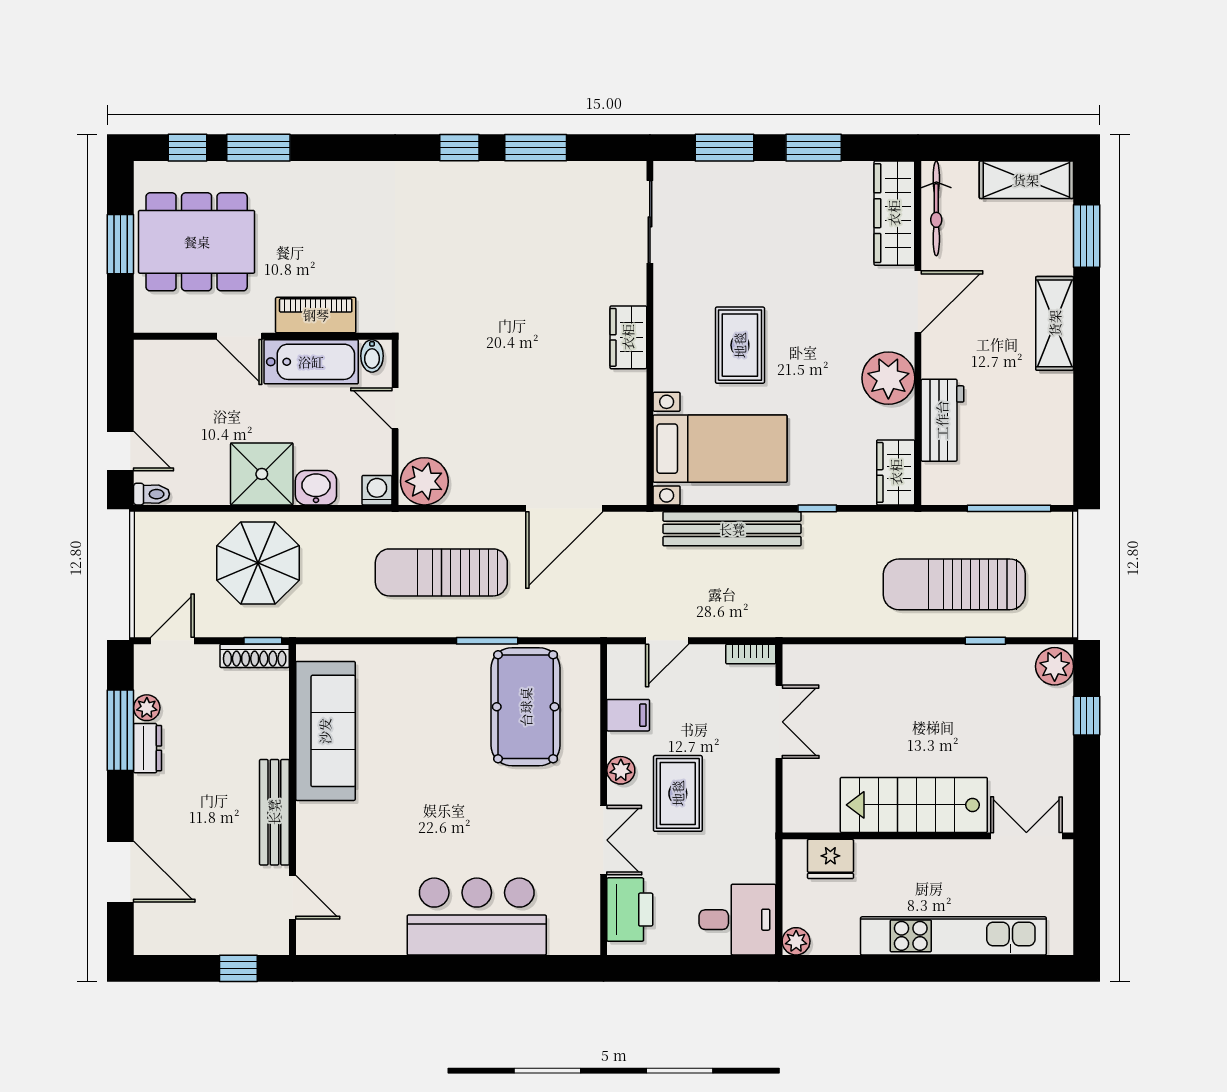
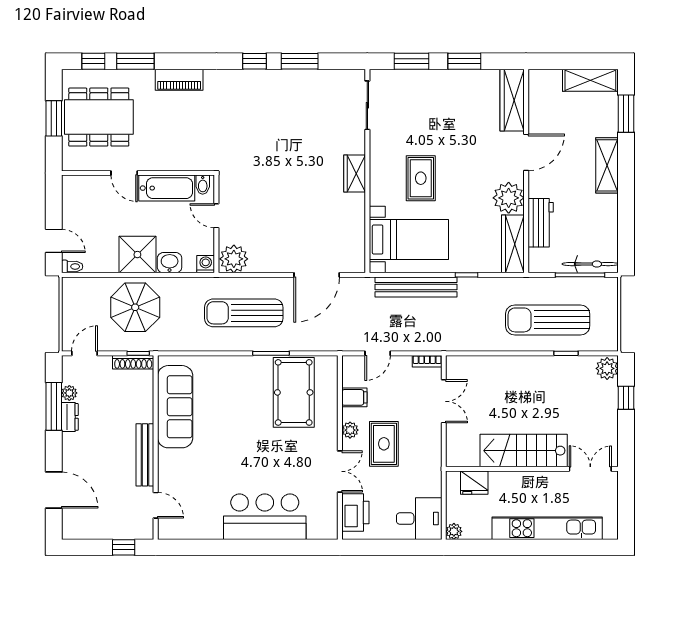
bicycle: (936, 208) -> (590, 264), moved, turned -90
piano: (316, 315) -> (179, 80), moved, turned 180
wardrobe: (896, 472) -> (513, 244), width x1.50

